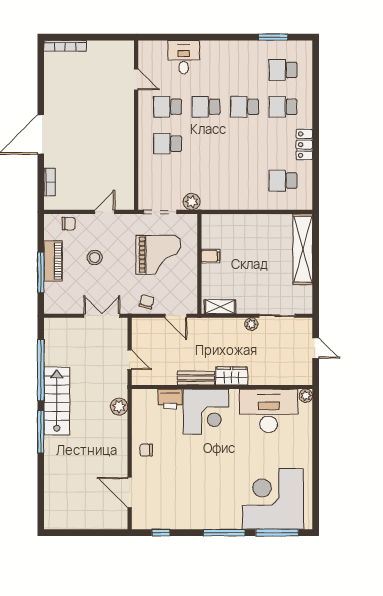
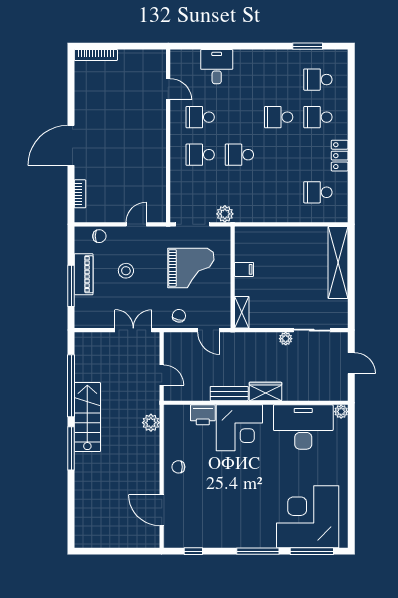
school desk: (206, 107) -> (239, 155), moved
shelving: (220, 307) -> (242, 312), moved, turned 90

